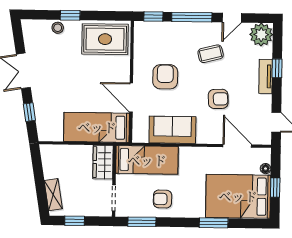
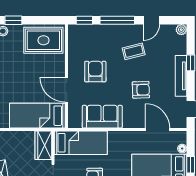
plant: (261, 35) -> (181, 30), width x0.53, depth x0.53
tv unit: (266, 76) -> (181, 76), width x1.41

